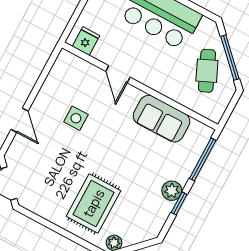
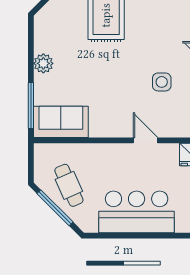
sofa: (162, 119) -> (61, 122), moved
window: (179, 203) -> (31, 56), removed

